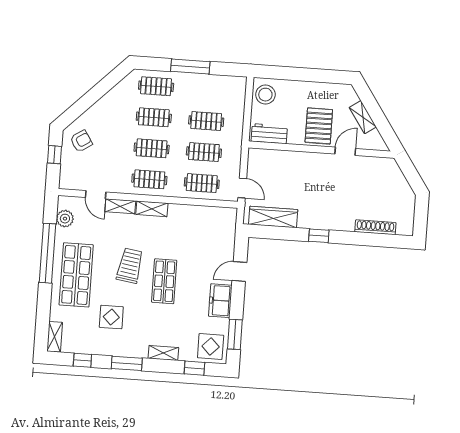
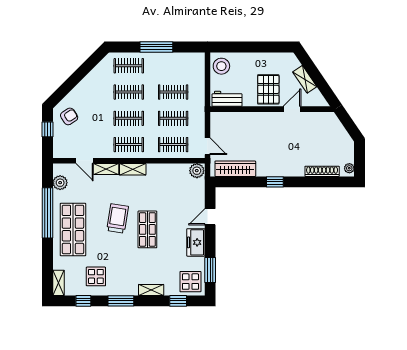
plant: (227, 216) -> (197, 171), added
plant: (408, 226) -> (349, 168), added
display table: (111, 317) -> (96, 276), moved

